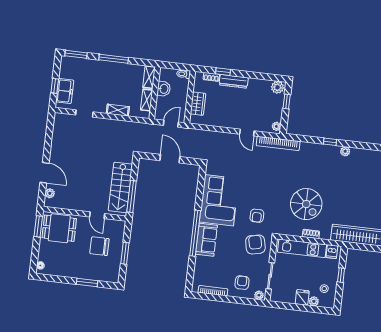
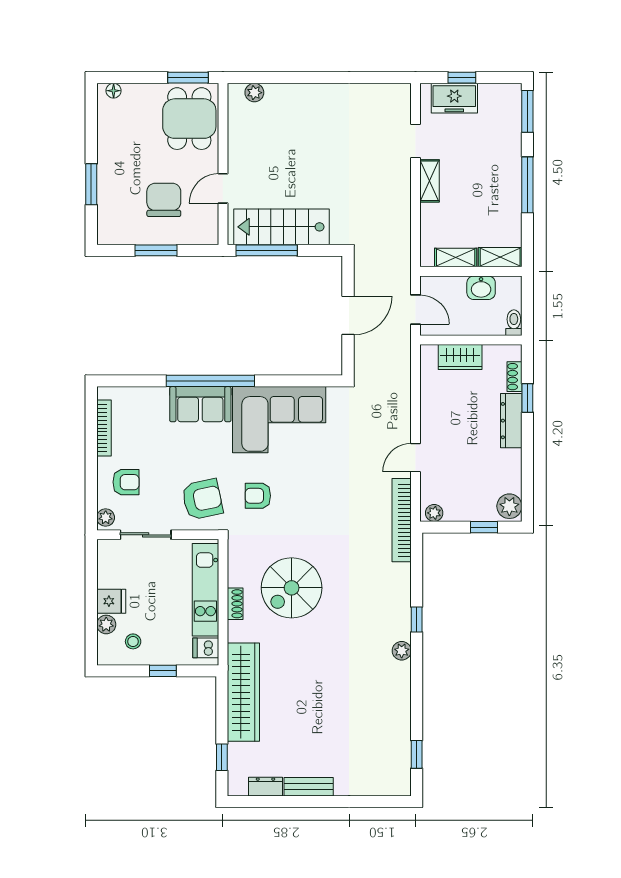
shelving: (118, 110) -> (430, 181), moved
door: (45, 173) -> (293, 78), removed

